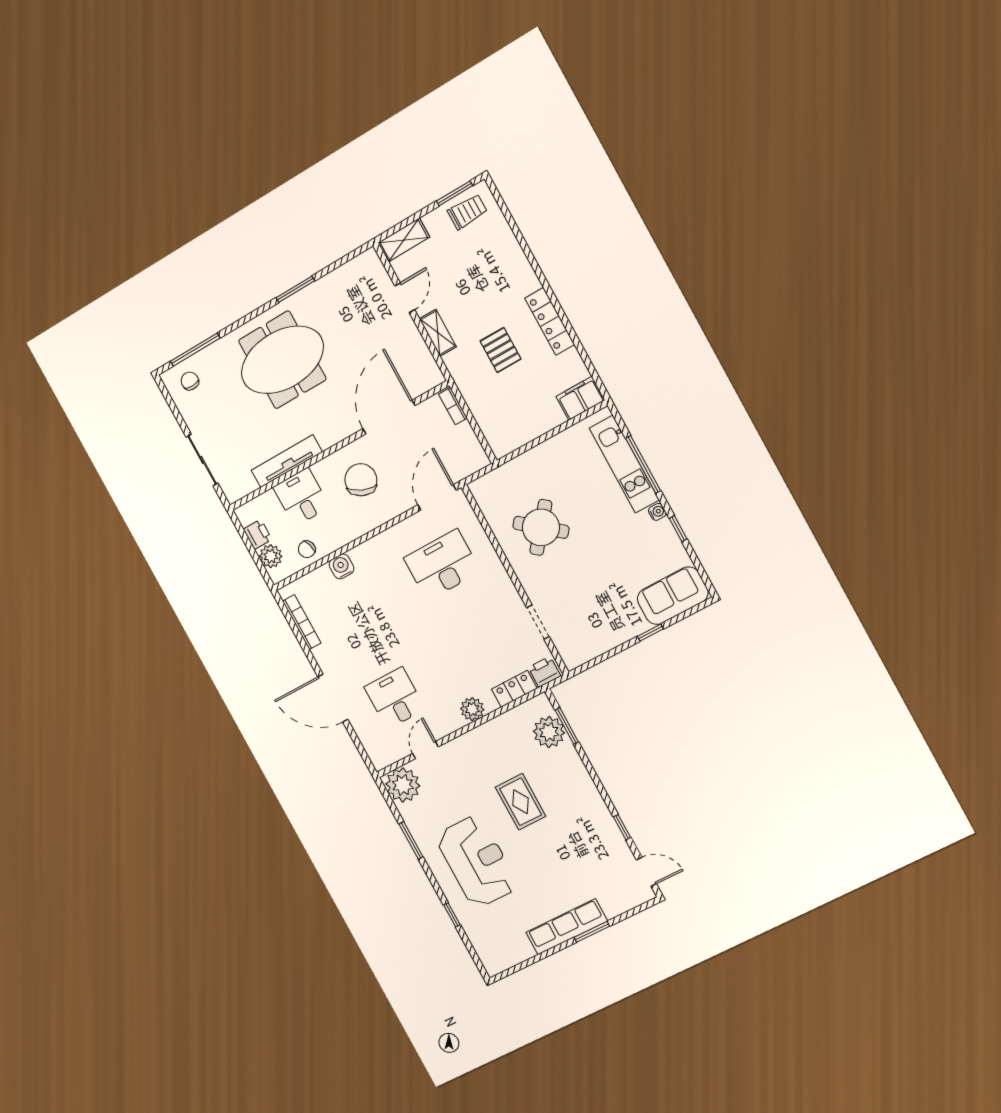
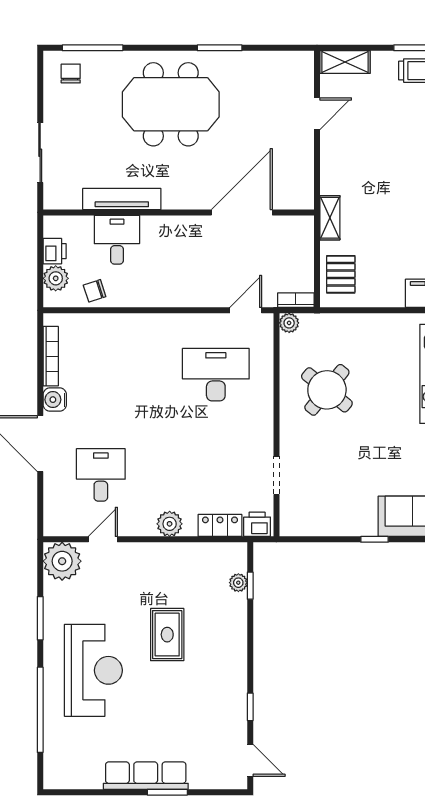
shelving: (438, 333) -> (330, 218), moved
pallet: (501, 350) -> (341, 274), moved
bookcase: (453, 406) -> (296, 300), moved, turned 90
chair: (361, 480) -> (183, 255), removed
plant: (478, 488) -> (289, 323), added
door: (437, 497) -> (246, 310), width x0.73
water cooler: (342, 566) -> (55, 400), moved, turned -90
window: (567, 726) -> (250, 586), width x0.67
plant: (549, 732) -> (238, 583), width x0.53, depth x0.53
window: (452, 915) -> (40, 710), width x3.17

